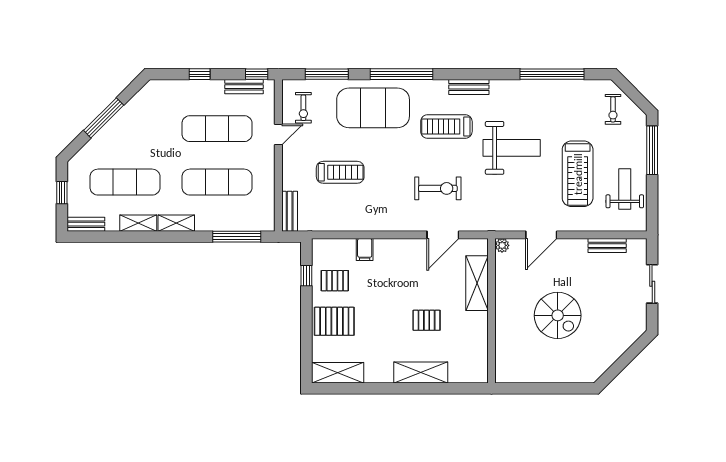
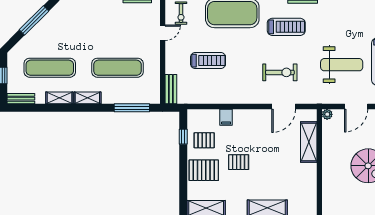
treadmill: (446, 126) -> (286, 27), turned 180
exercise mat: (217, 129) -> (117, 28), removed
weight bench: (512, 148) -> (342, 65), moved
pallet: (427, 320) -> (239, 162), moved

